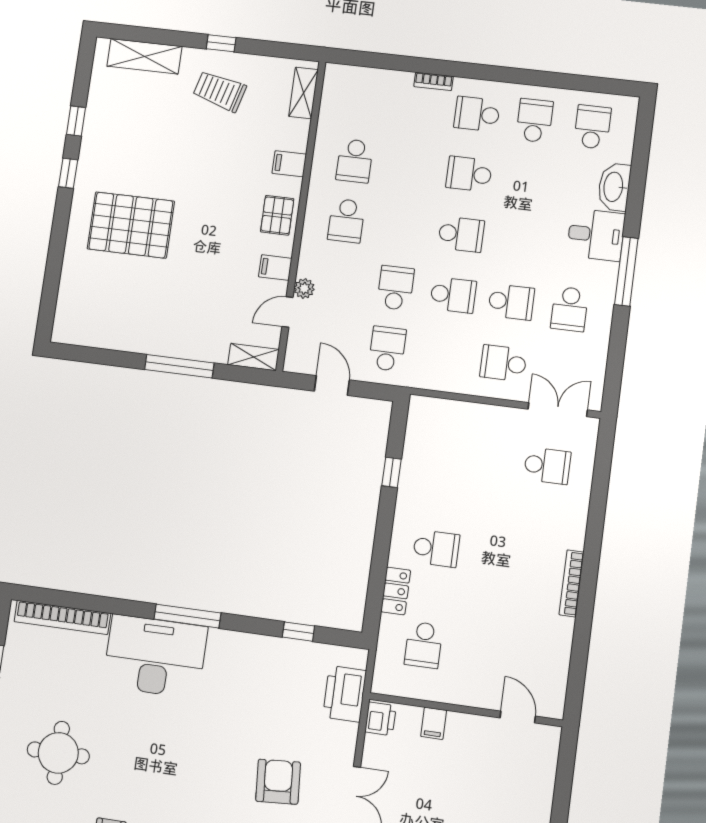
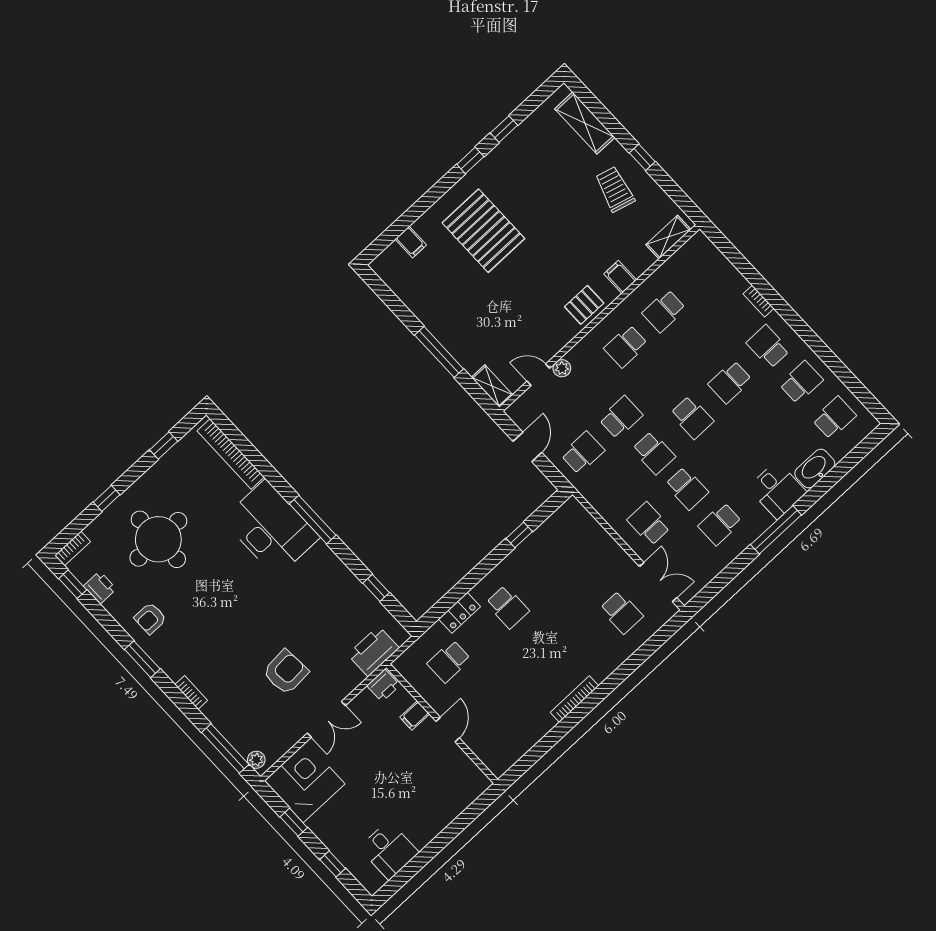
school desk: (469, 174) -> (730, 382), turned -90
filing cabinet: (275, 268) -> (411, 242), moved, turned 180
door: (518, 717) -> (448, 730), moved
round table: (58, 753) -> (158, 539), width x1.36, depth x1.36

